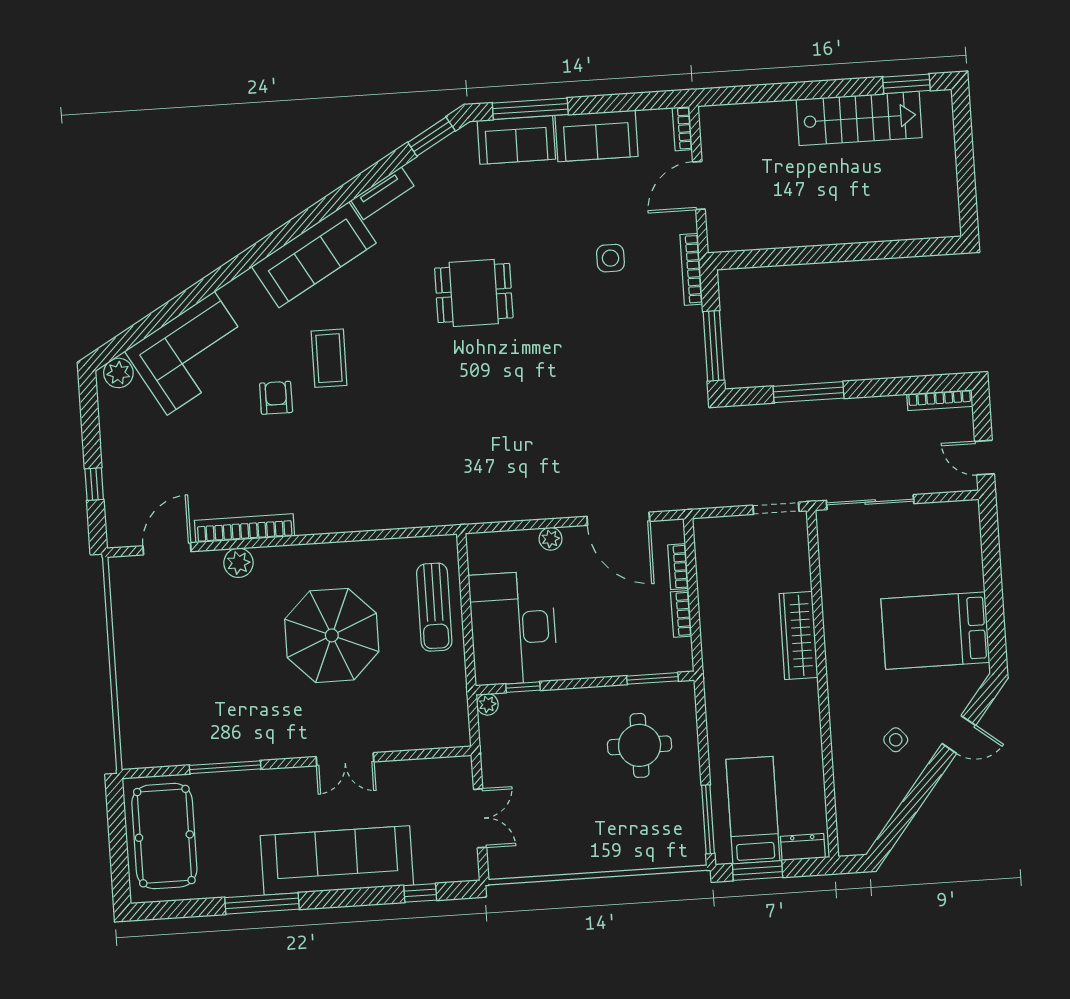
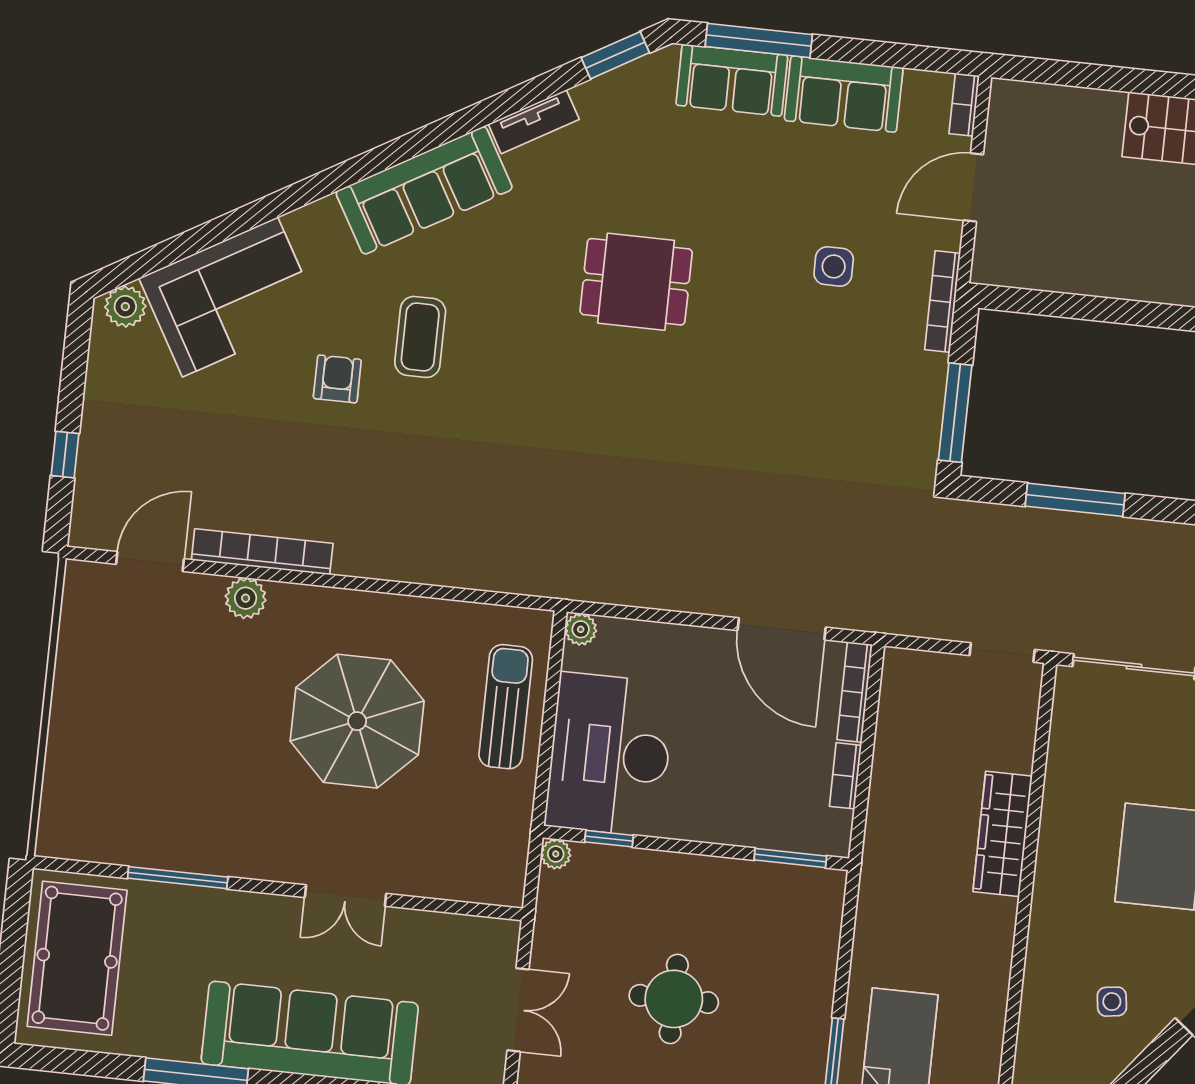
plant: (551, 539) -> (581, 629), moved
bookcase: (678, 567) -> (855, 692), width x1.56
sun lounger: (434, 607) -> (506, 707), turned 180
side table: (896, 740) -> (1112, 1002), turned 33
round table: (640, 745) -> (674, 999), moved

